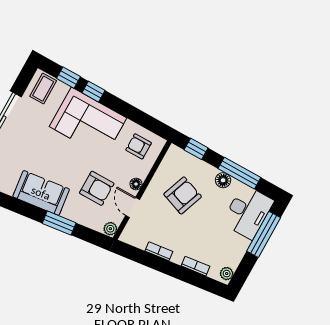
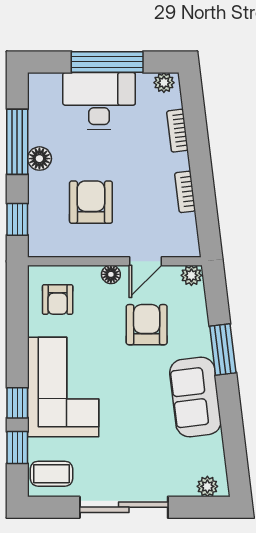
armchair: (183, 195) -> (91, 202), turned 70
desk: (248, 212) -> (99, 101), moved
window: (264, 234) -> (107, 62), moved

